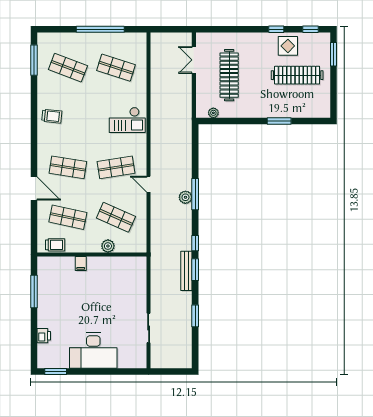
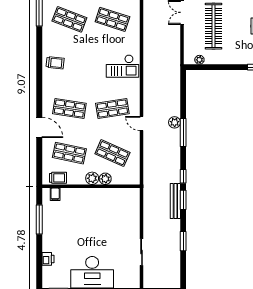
plant: (185, 197) -> (175, 122), moved
plant: (93, 245) -> (92, 178), added
filing cabinet: (81, 263) -> (55, 194), moved

